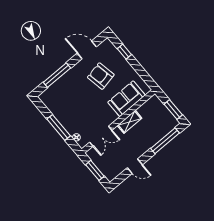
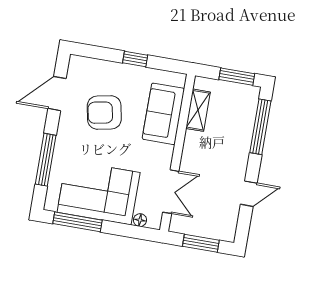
window: (124, 52) -> (135, 59), moved
corner sofa: (68, 109) -> (99, 192), added
shelving: (130, 122) -> (198, 110), moved
window: (59, 127) -> (78, 222), moved

